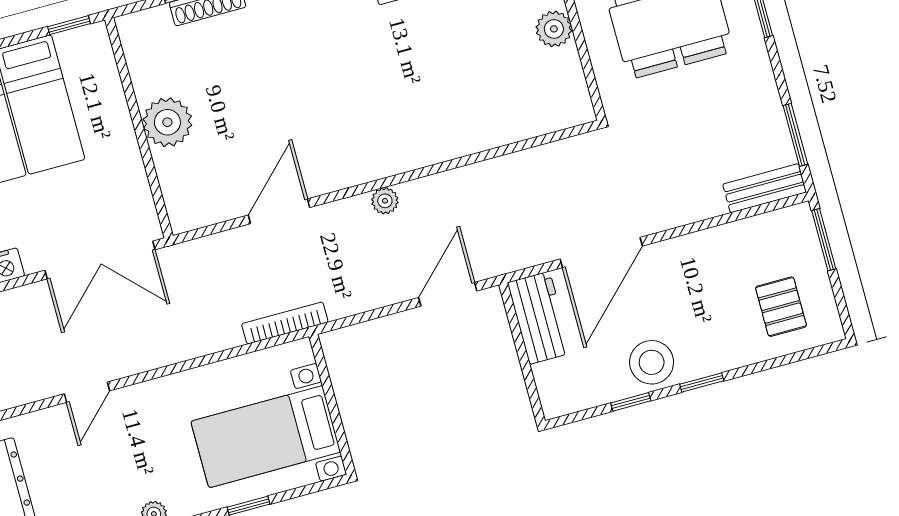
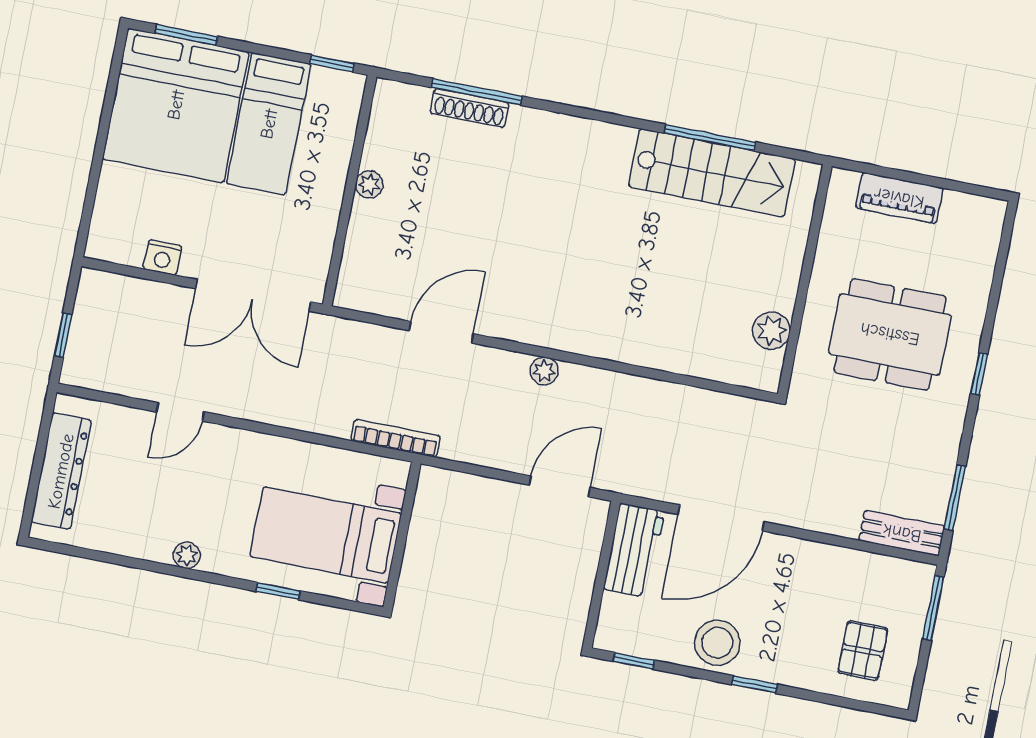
plant: (554, 29) -> (771, 331), moved
plant: (167, 122) -> (369, 184), width x0.53, depth x0.53
window: (631, 402) -> (634, 661), moved

